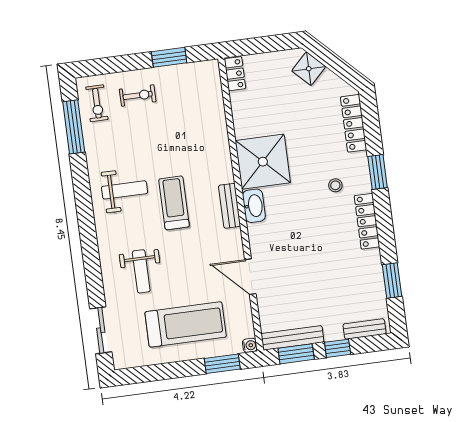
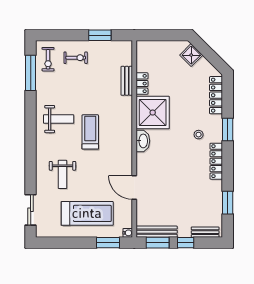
locker: (235, 74) -> (142, 84), moved
bench: (230, 206) -> (127, 81), moved

